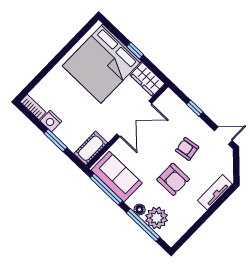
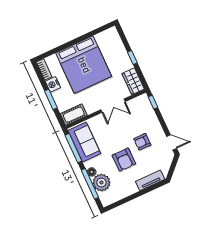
bed: (102, 64) -> (84, 65), moved, turned -90
window: (195, 108) -> (153, 102), moved
double door: (134, 119) -> (113, 106), width x0.73
armchair: (187, 149) -> (142, 142), turned -82

